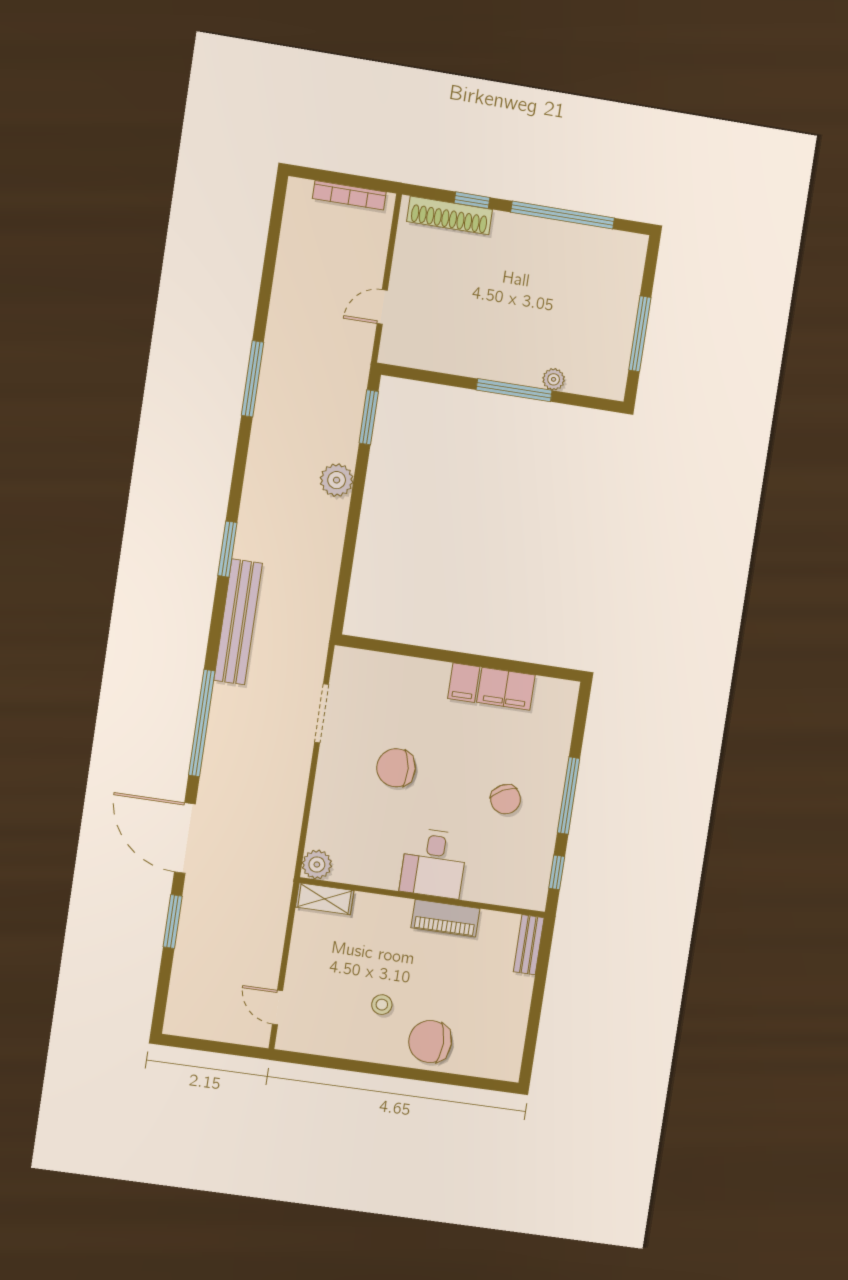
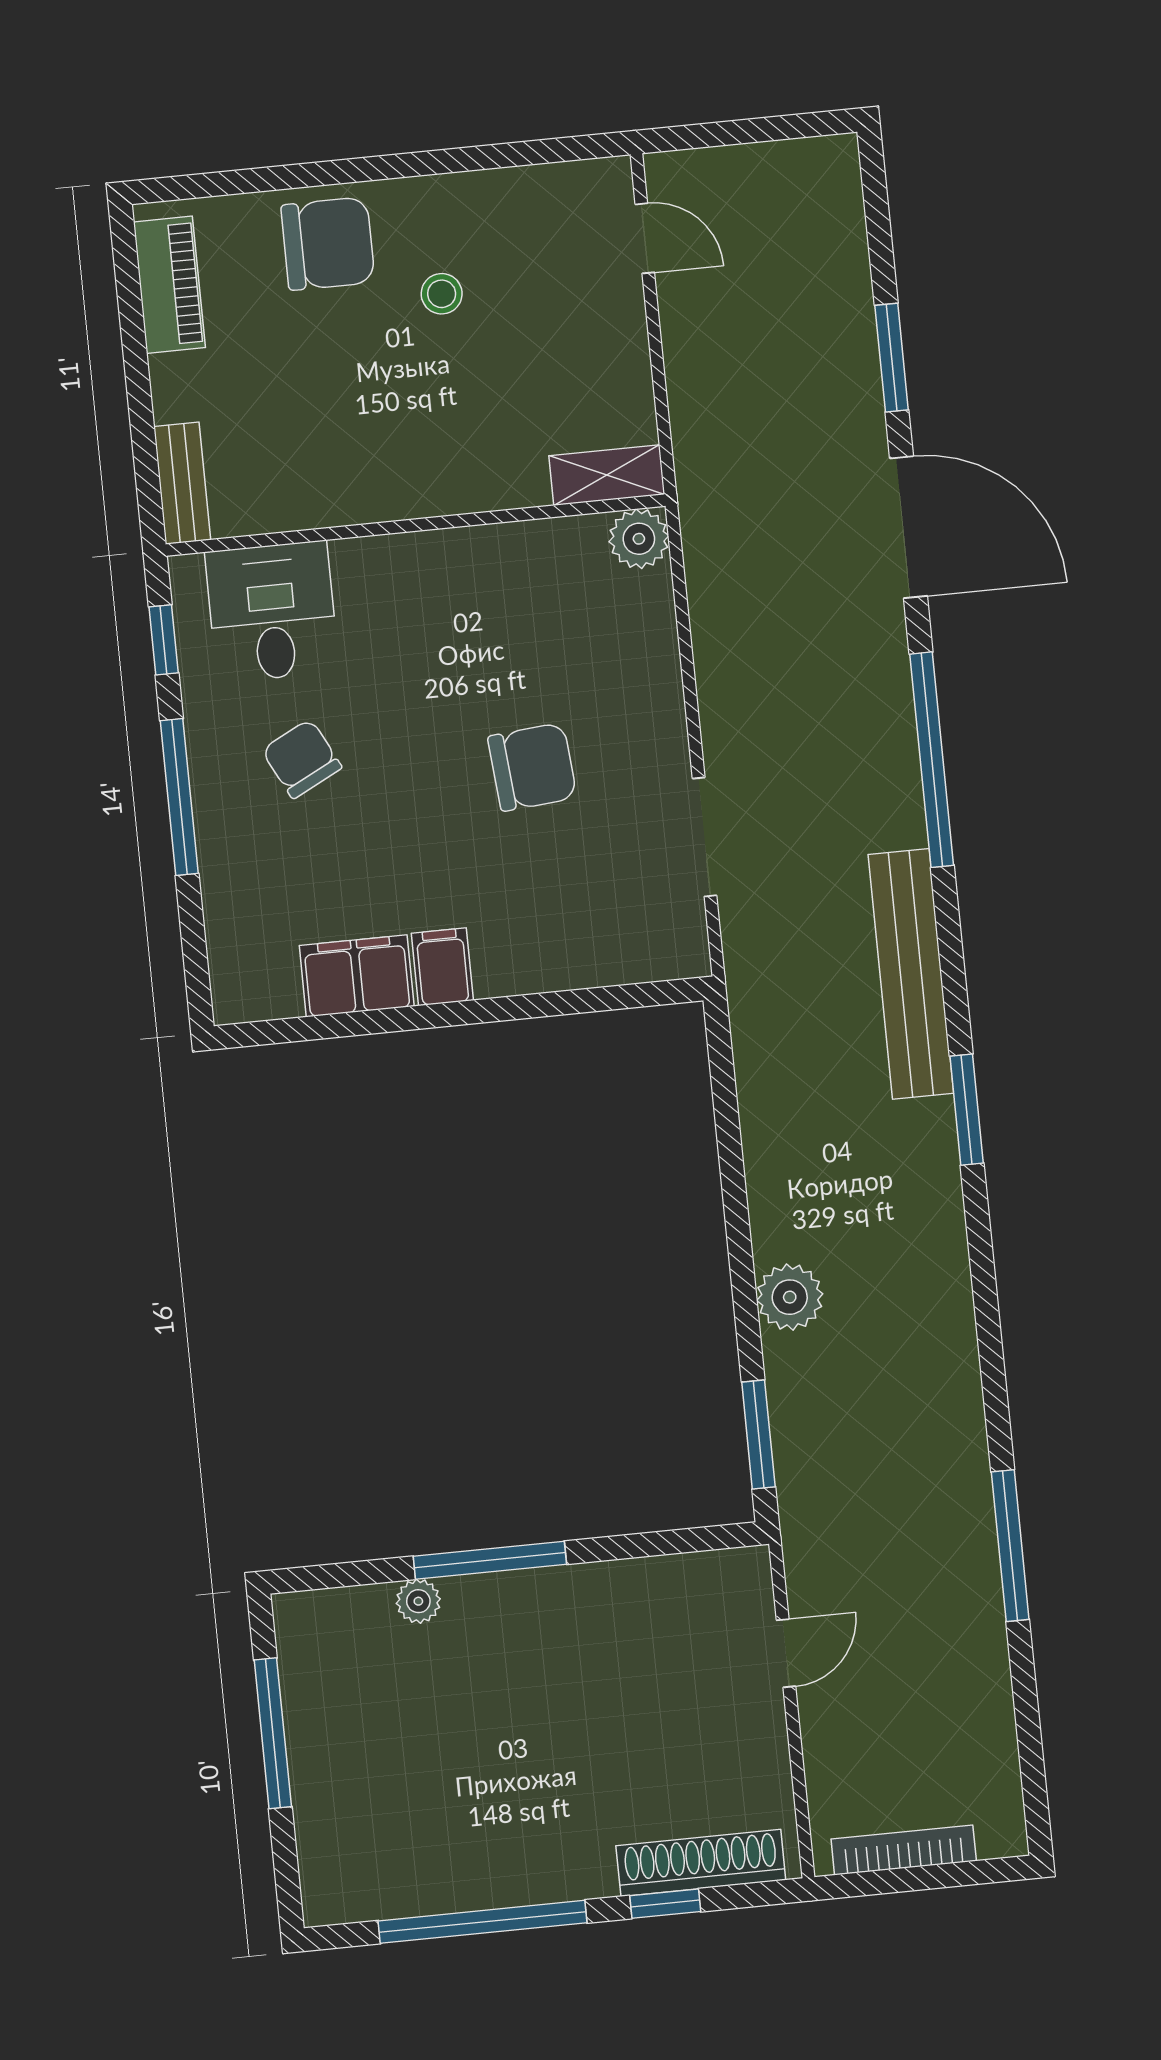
window: (253, 379) -> (1010, 1546), moved
desk: (434, 863) -> (272, 612), moved
piano: (445, 918) -> (169, 285), moved, turned 90

